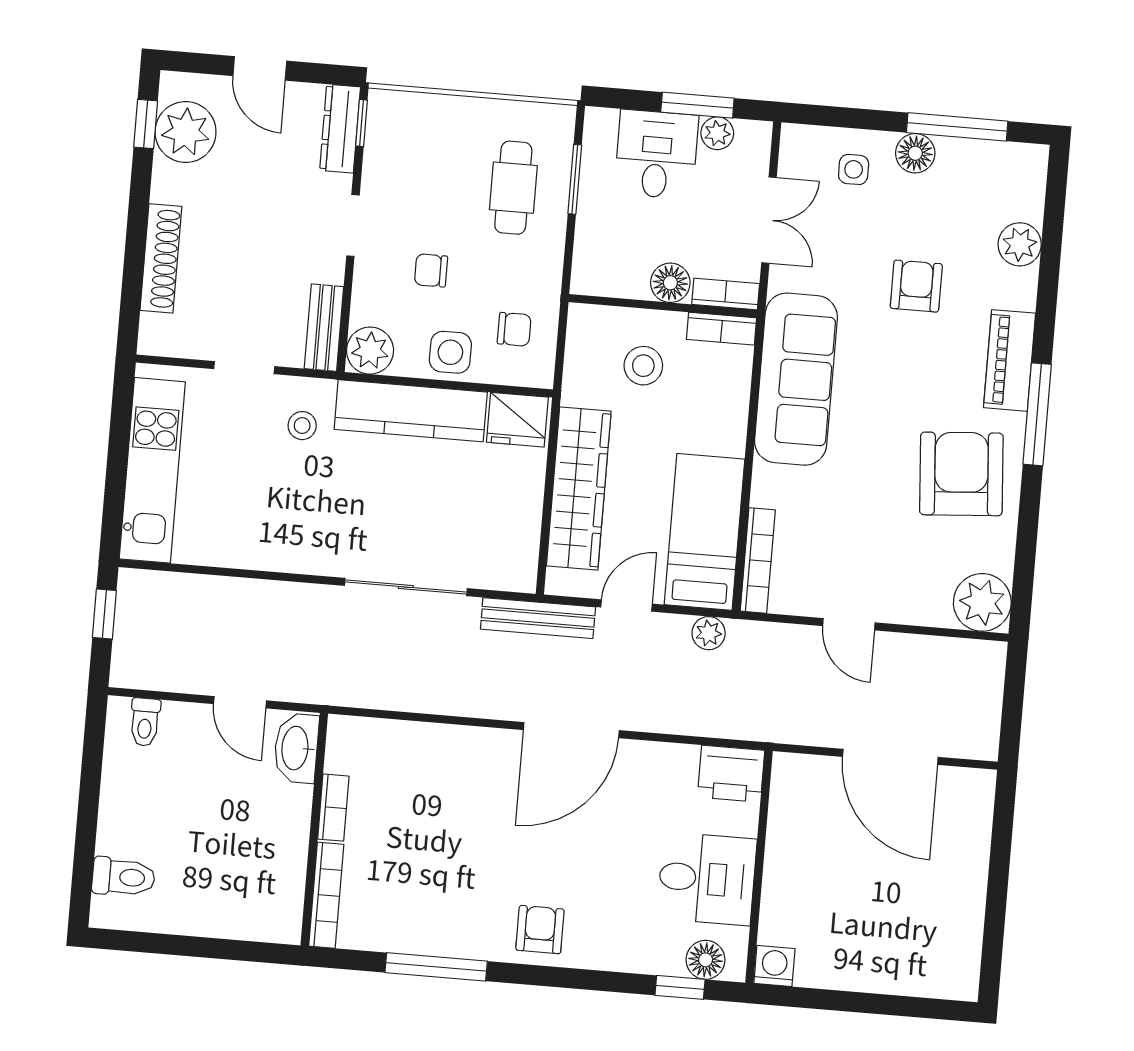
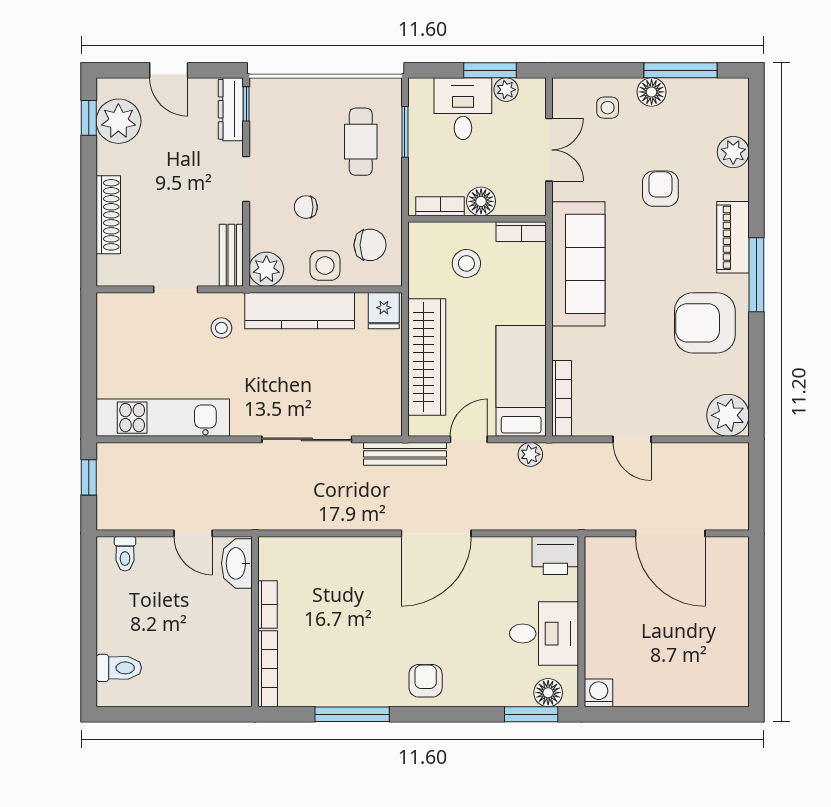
bookcase: (726, 294) -> (440, 206), moved
chair: (514, 329) -> (370, 245), width x1.37, depth x1.37
fridge: (517, 420) -> (384, 311), width x0.72
kitchen unit: (152, 470) -> (163, 418), moved, turned -90
armchair: (961, 474) -> (705, 323), turned -86
window: (680, 987) -> (531, 714), width x1.50

